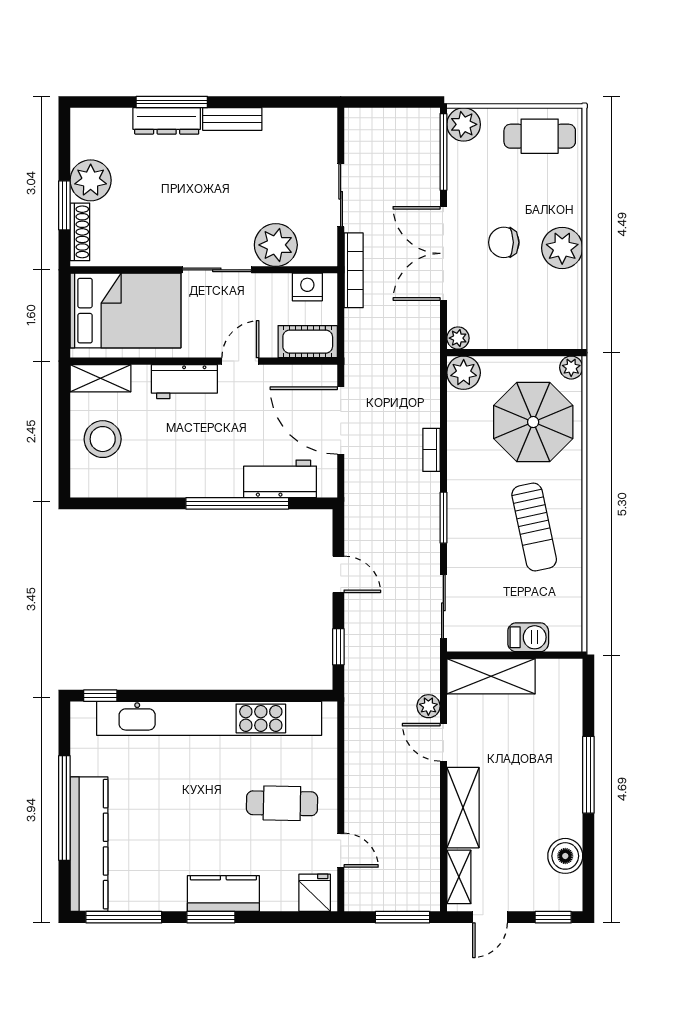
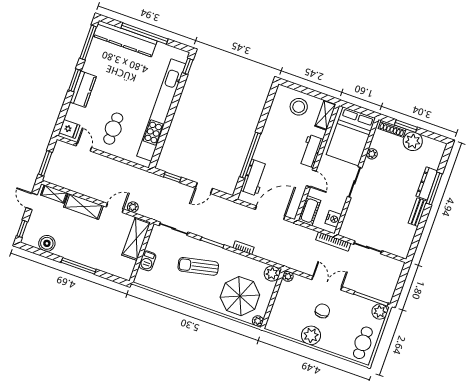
plant: (276, 245) -> (372, 154), moved, width x0.53, depth x0.53
double door: (443, 253) -> (327, 283), width x0.73
sun lounger: (534, 527) -> (198, 266), moved
door: (341, 850) -> (84, 147), swing flipped

